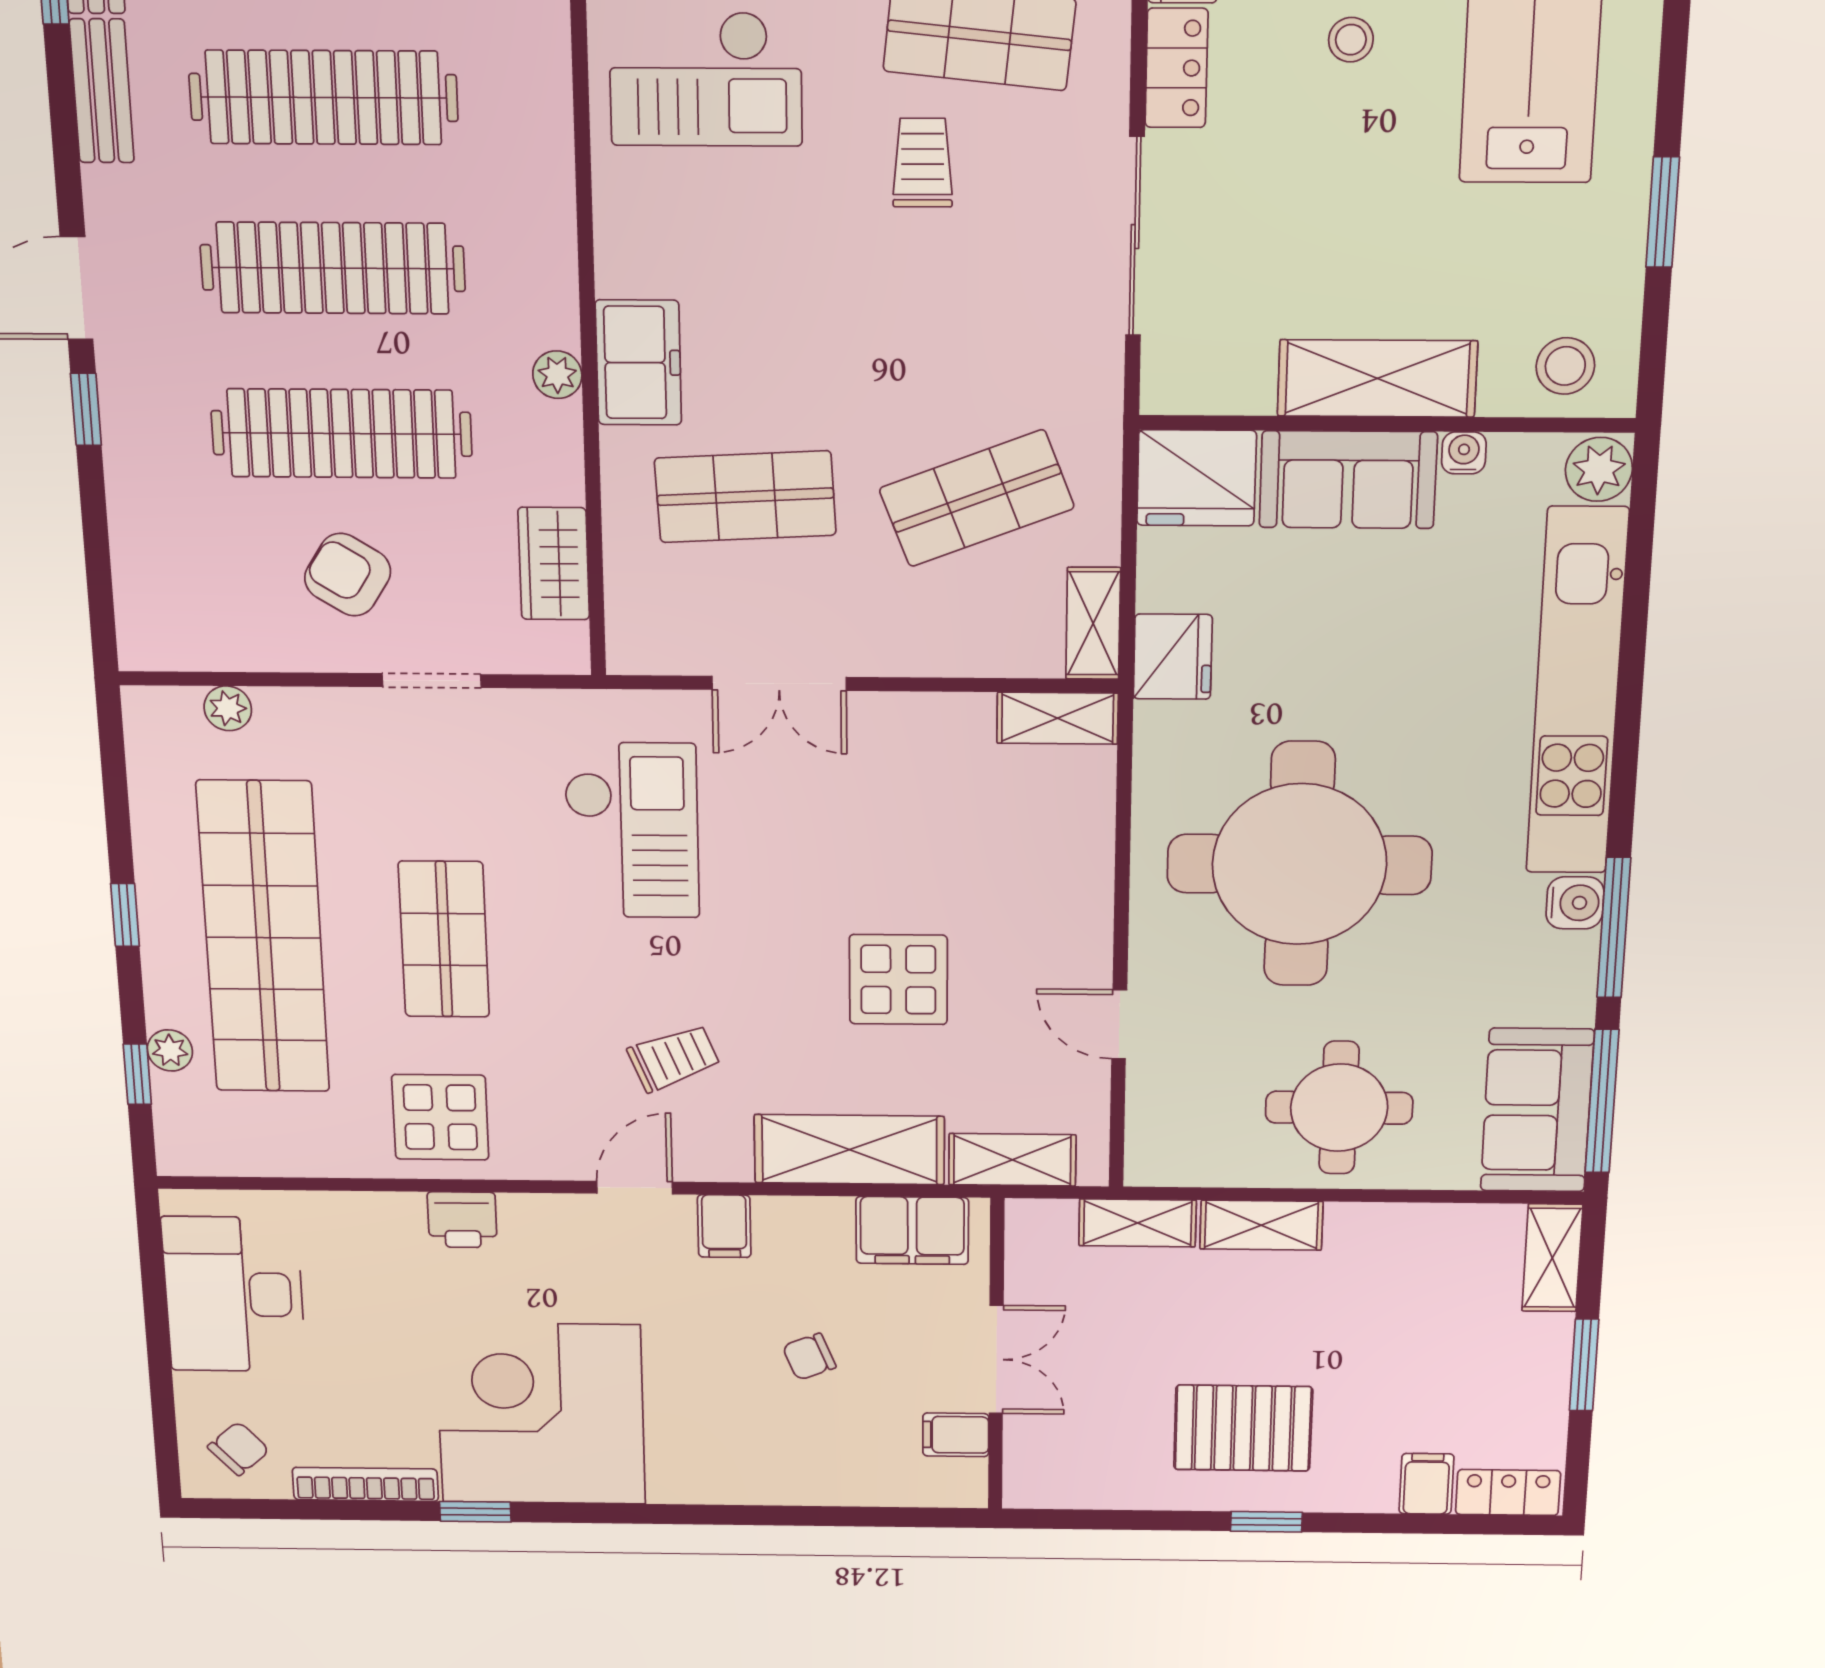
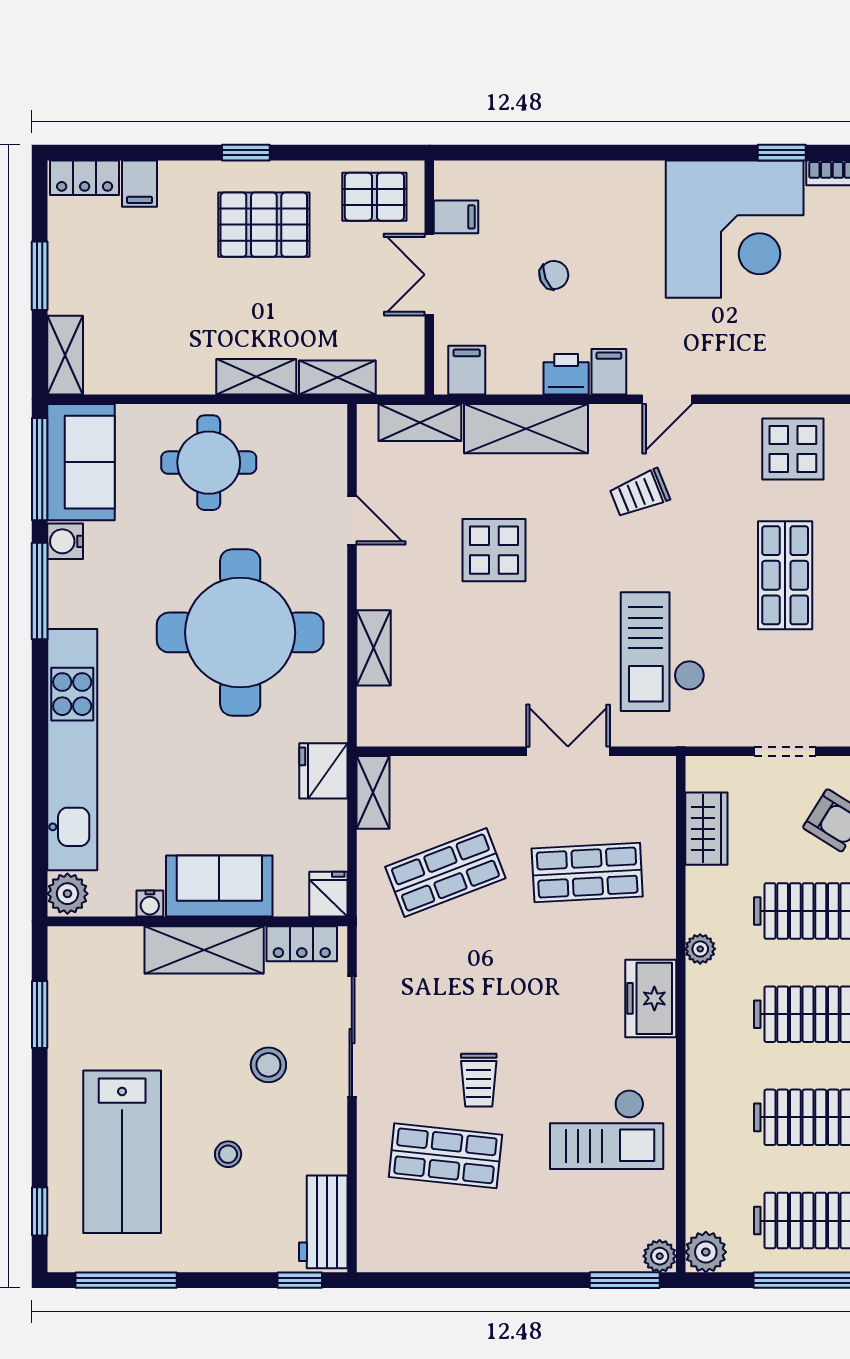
locker: (1176, 68) -> (302, 944), moved, turned -90
checkout: (706, 79) -> (607, 1129), turned 180
window: (1663, 212) -> (40, 1014), moved
freezer: (638, 363) -> (651, 998), moved
stool: (1565, 366) -> (268, 1065), moved
fridge: (1196, 478) -> (328, 894), width x0.53, depth x0.75
shelving: (1058, 718) -> (374, 648), moved, turned 90
water cooler: (1575, 903) -> (65, 541), moved
printer: (462, 1220) -> (566, 374), moved
filing cabinet: (912, 1230) -> (467, 370), width x0.50
pallet: (1077, 1462) -> (374, 197), added

